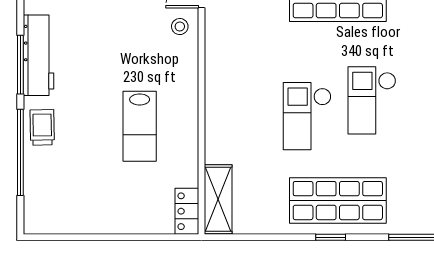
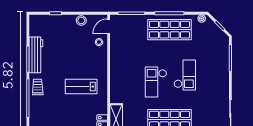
checkout: (372, 100) -> (185, 75), turned 180
lab bench: (140, 126) -> (81, 87), turned 90

